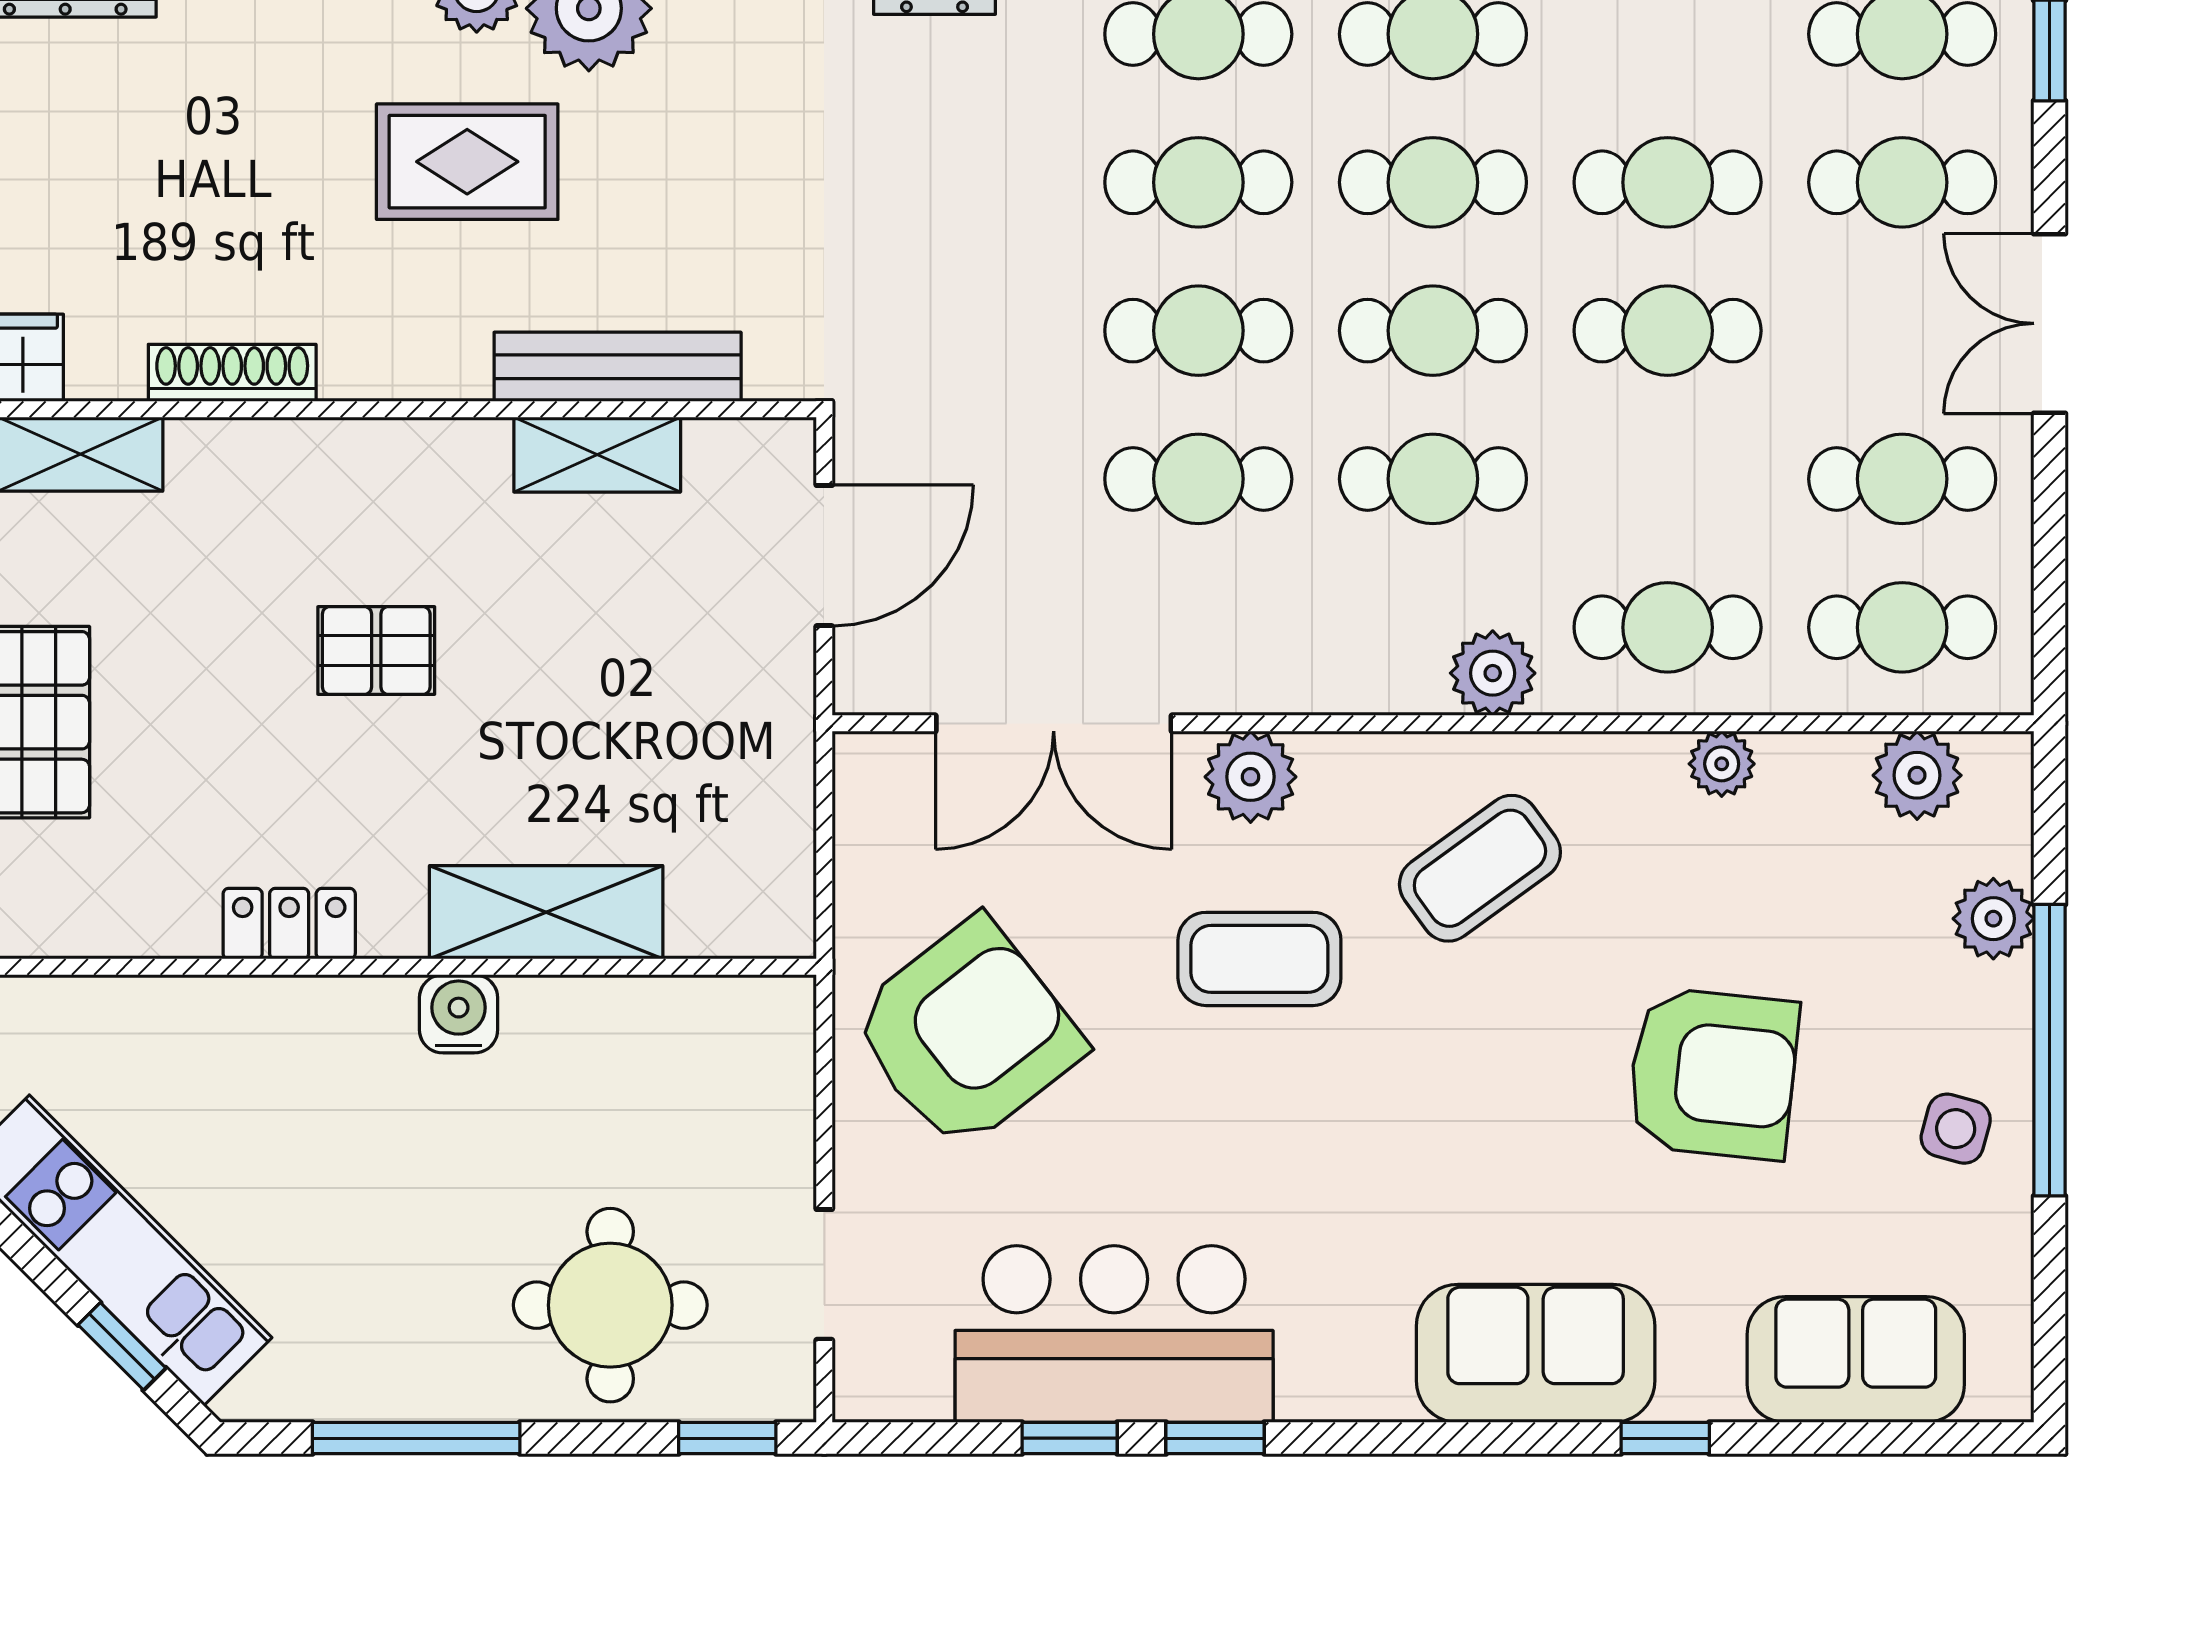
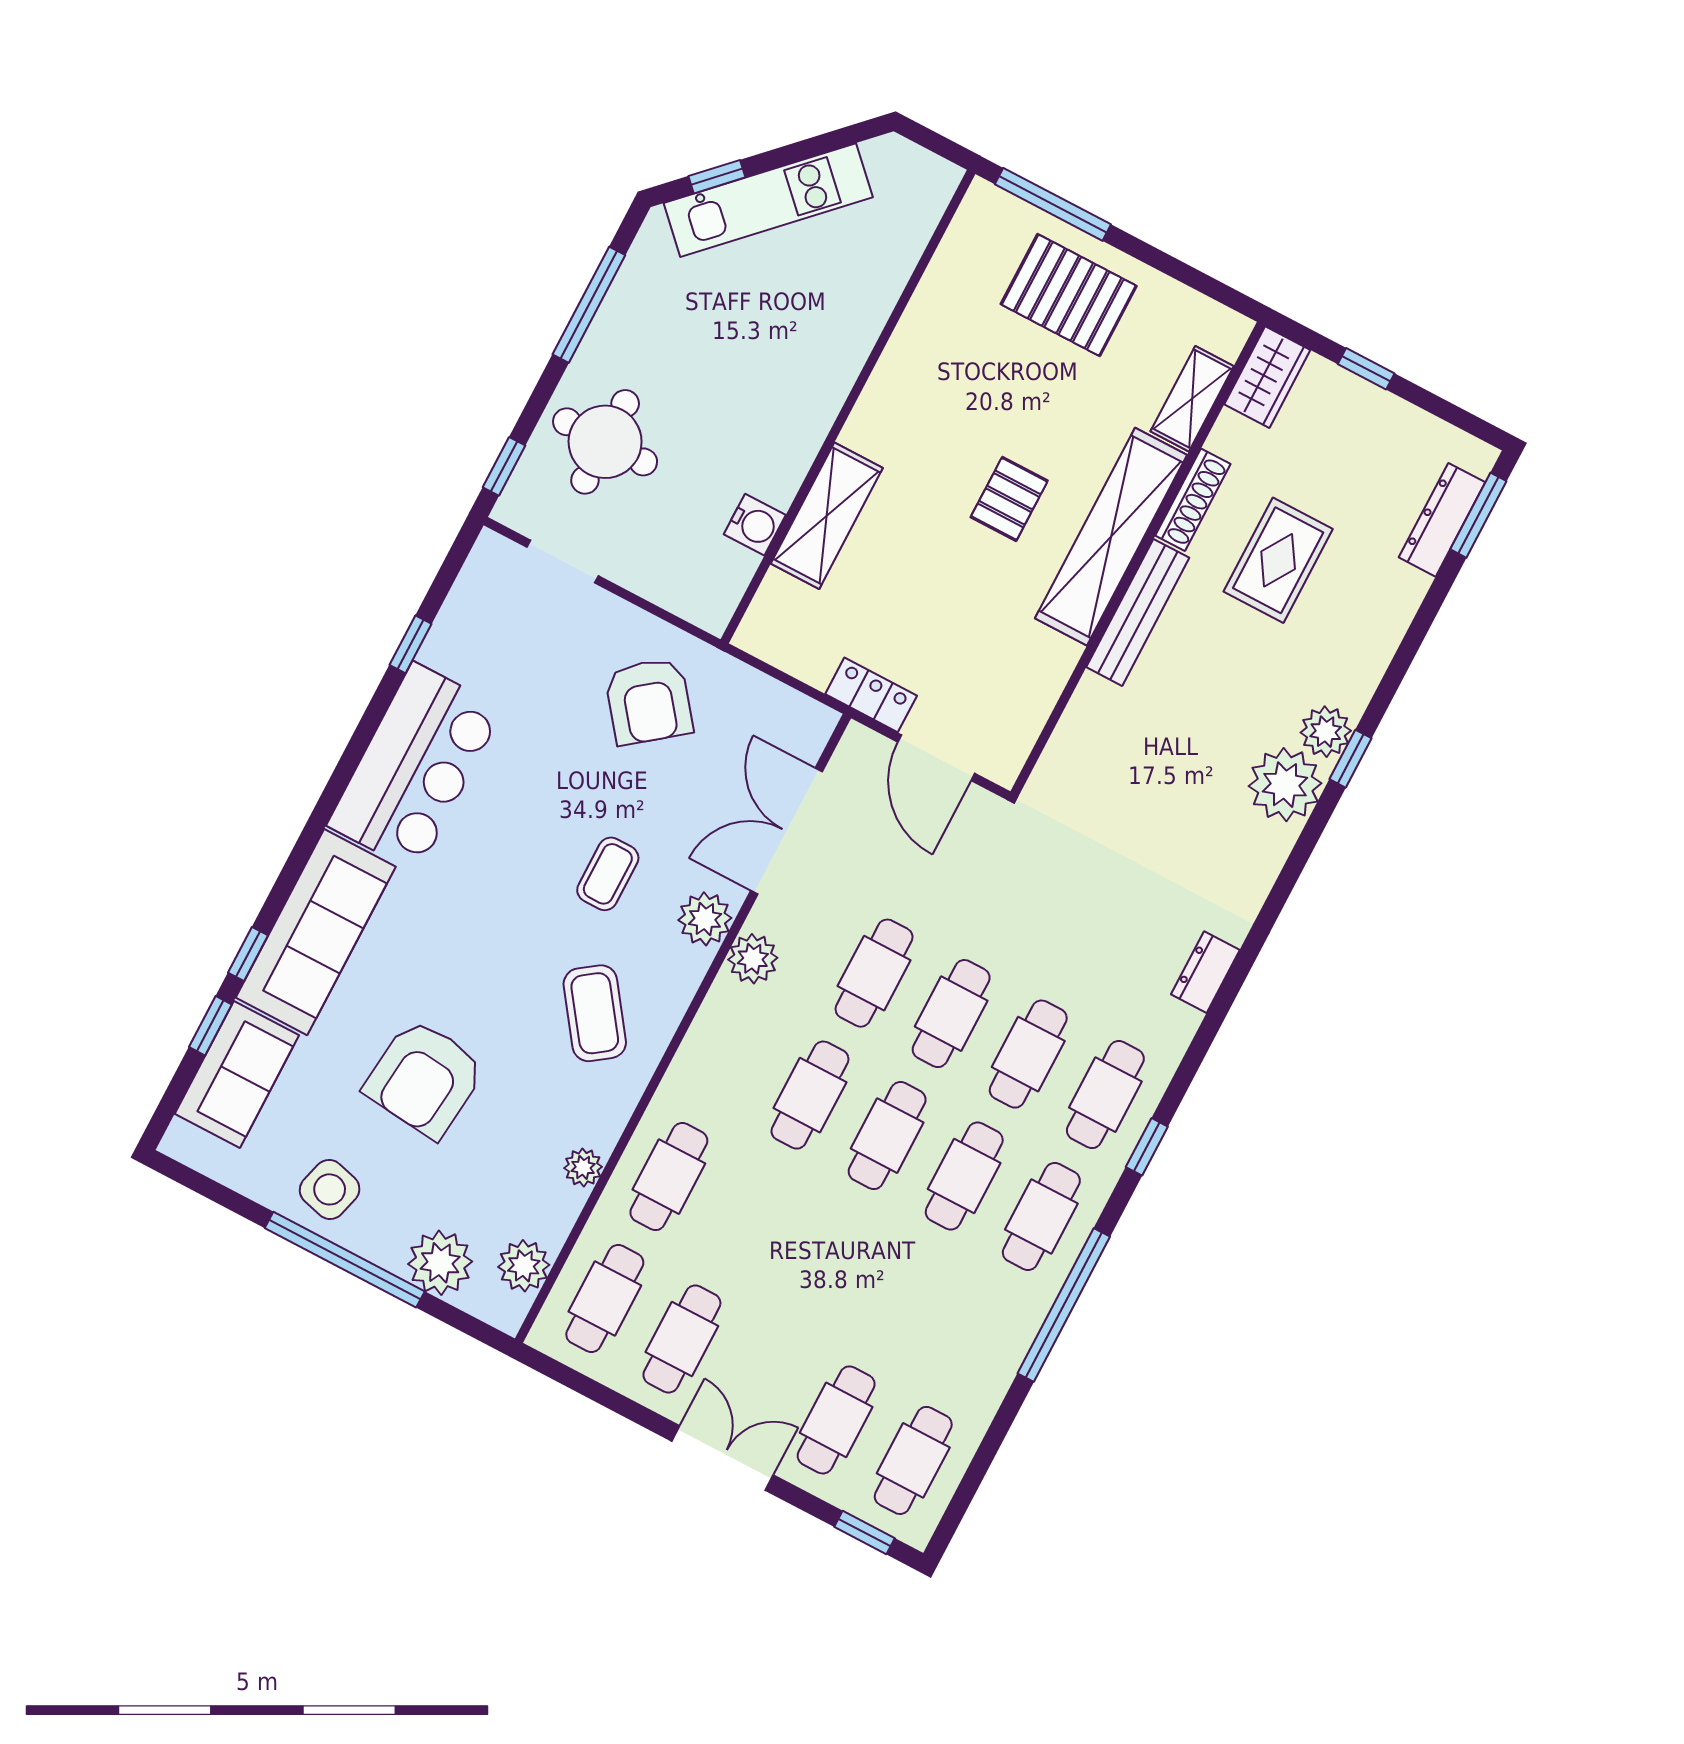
rug: (467, 162) -> (1278, 560), moved
cafe table: (1668, 182) -> (900, 1298), removed
cafe table: (1668, 331) -> (823, 1258), removed
bench: (618, 367) -> (1138, 612), moved
shelving: (597, 455) -> (1111, 537), moved, width x2.20, depth x1.33
plant: (1493, 673) -> (753, 959), moved
plant: (1993, 919) -> (440, 1263), width x1.36, depth x1.36
locker: (289, 924) -> (871, 695), moved, turned -90
coffee table: (1259, 959) -> (608, 874), width x0.73, depth x0.77
water cooler: (459, 1014) -> (755, 525), moved
armchair: (967, 1034) -> (649, 701), width x0.73, depth x0.73
side table: (1956, 1129) -> (330, 1189), width x1.37, depth x1.37
bar counter: (1114, 1334) -> (415, 767), moved
sofa: (1536, 1353) -> (316, 932), width x1.36
window: (1215, 1438) -> (210, 1026), moved

